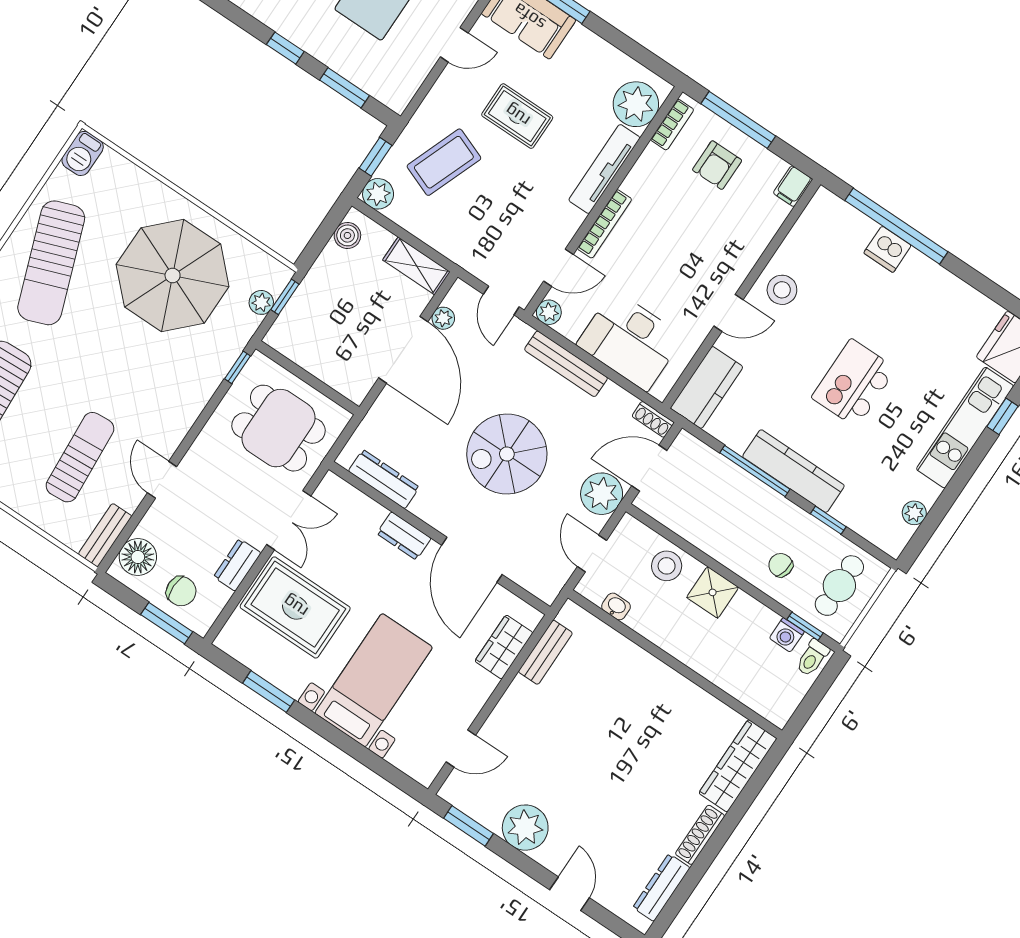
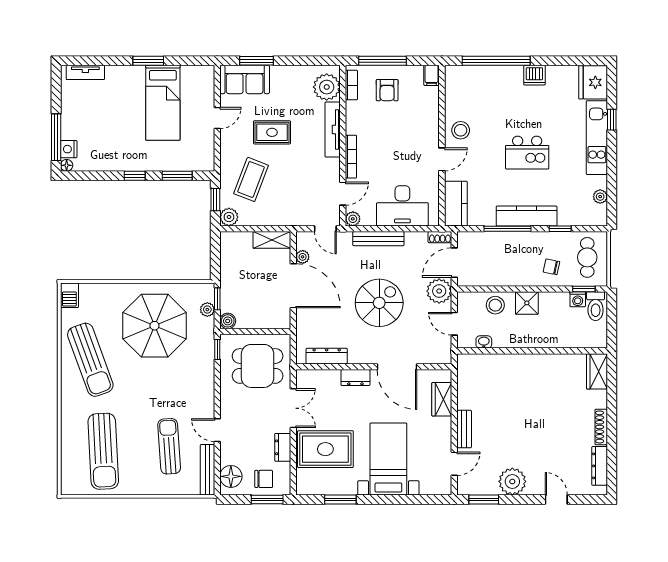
boiler: (347, 235) -> (228, 321), moved
dishwasher: (887, 249) -> (534, 75), moved
kitchen island: (854, 383) -> (527, 153), turned -90
spiral stairs: (507, 454) -> (379, 303), turned 180
bench: (105, 535) -> (207, 470), width x1.36
bench: (545, 652) -> (464, 429), moved
toilet: (812, 658) -> (596, 306), width x1.37, depth x1.39
wardrobe: (738, 766) -> (597, 371), width x0.67

